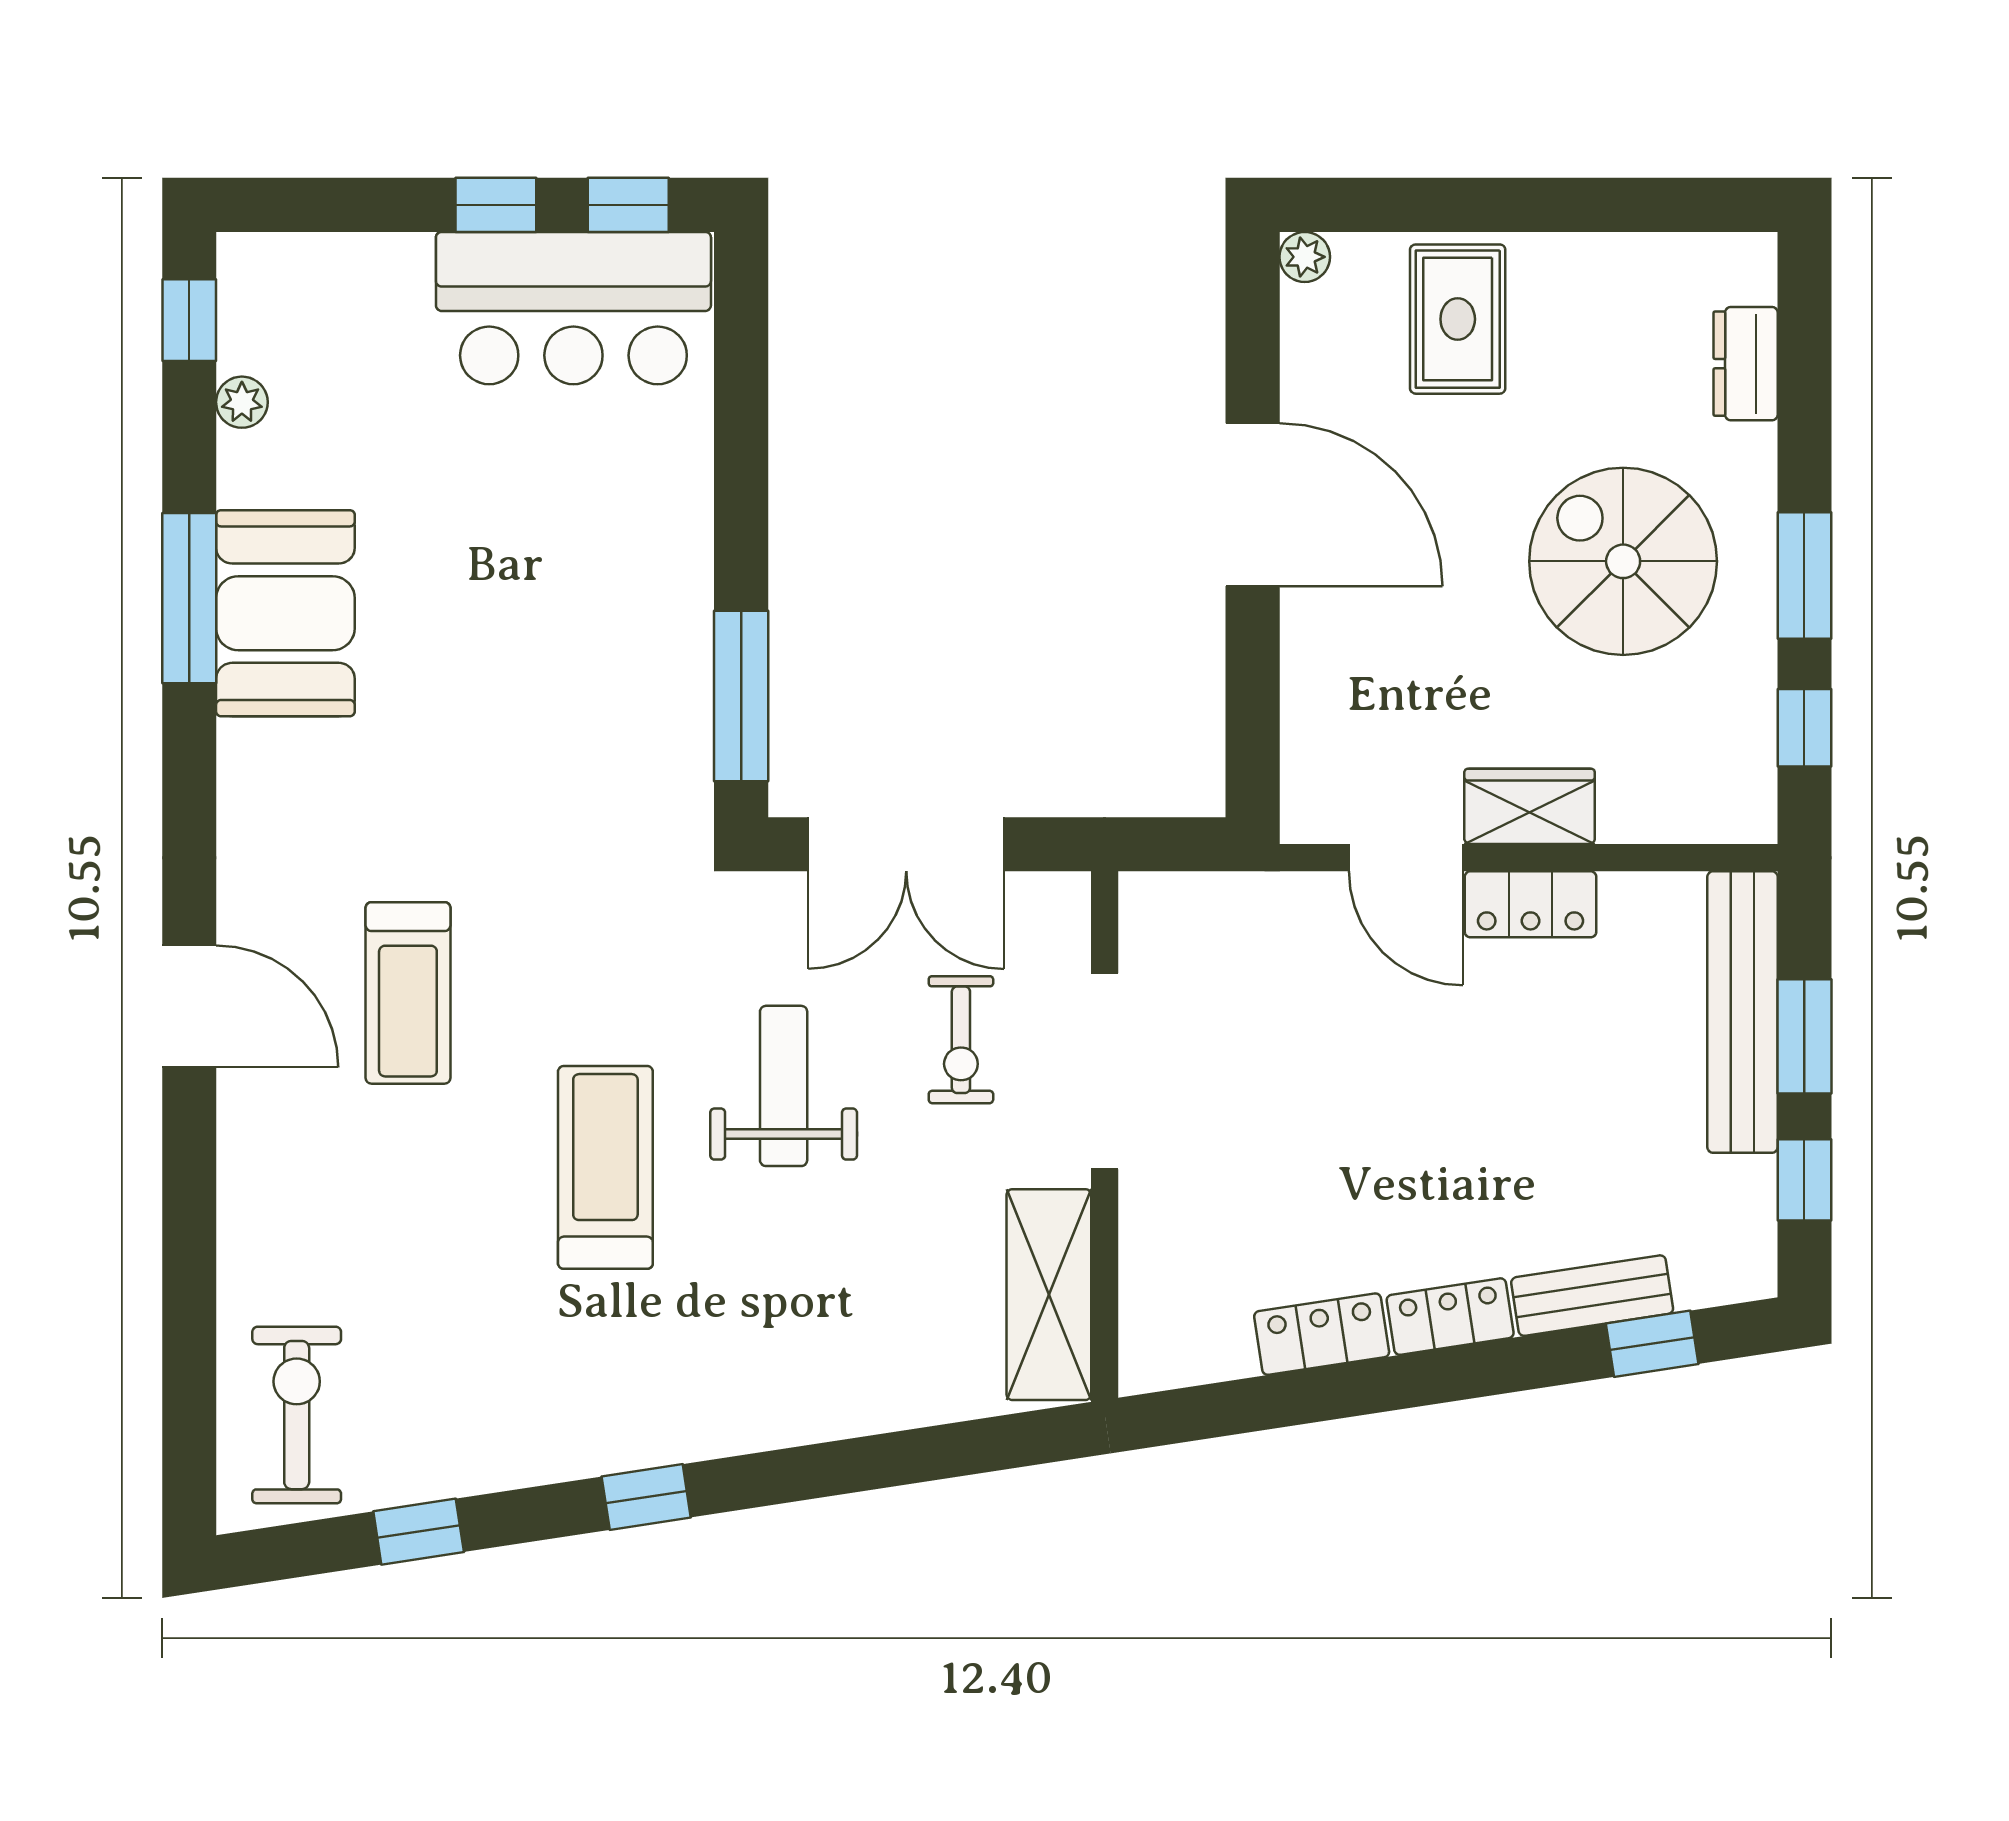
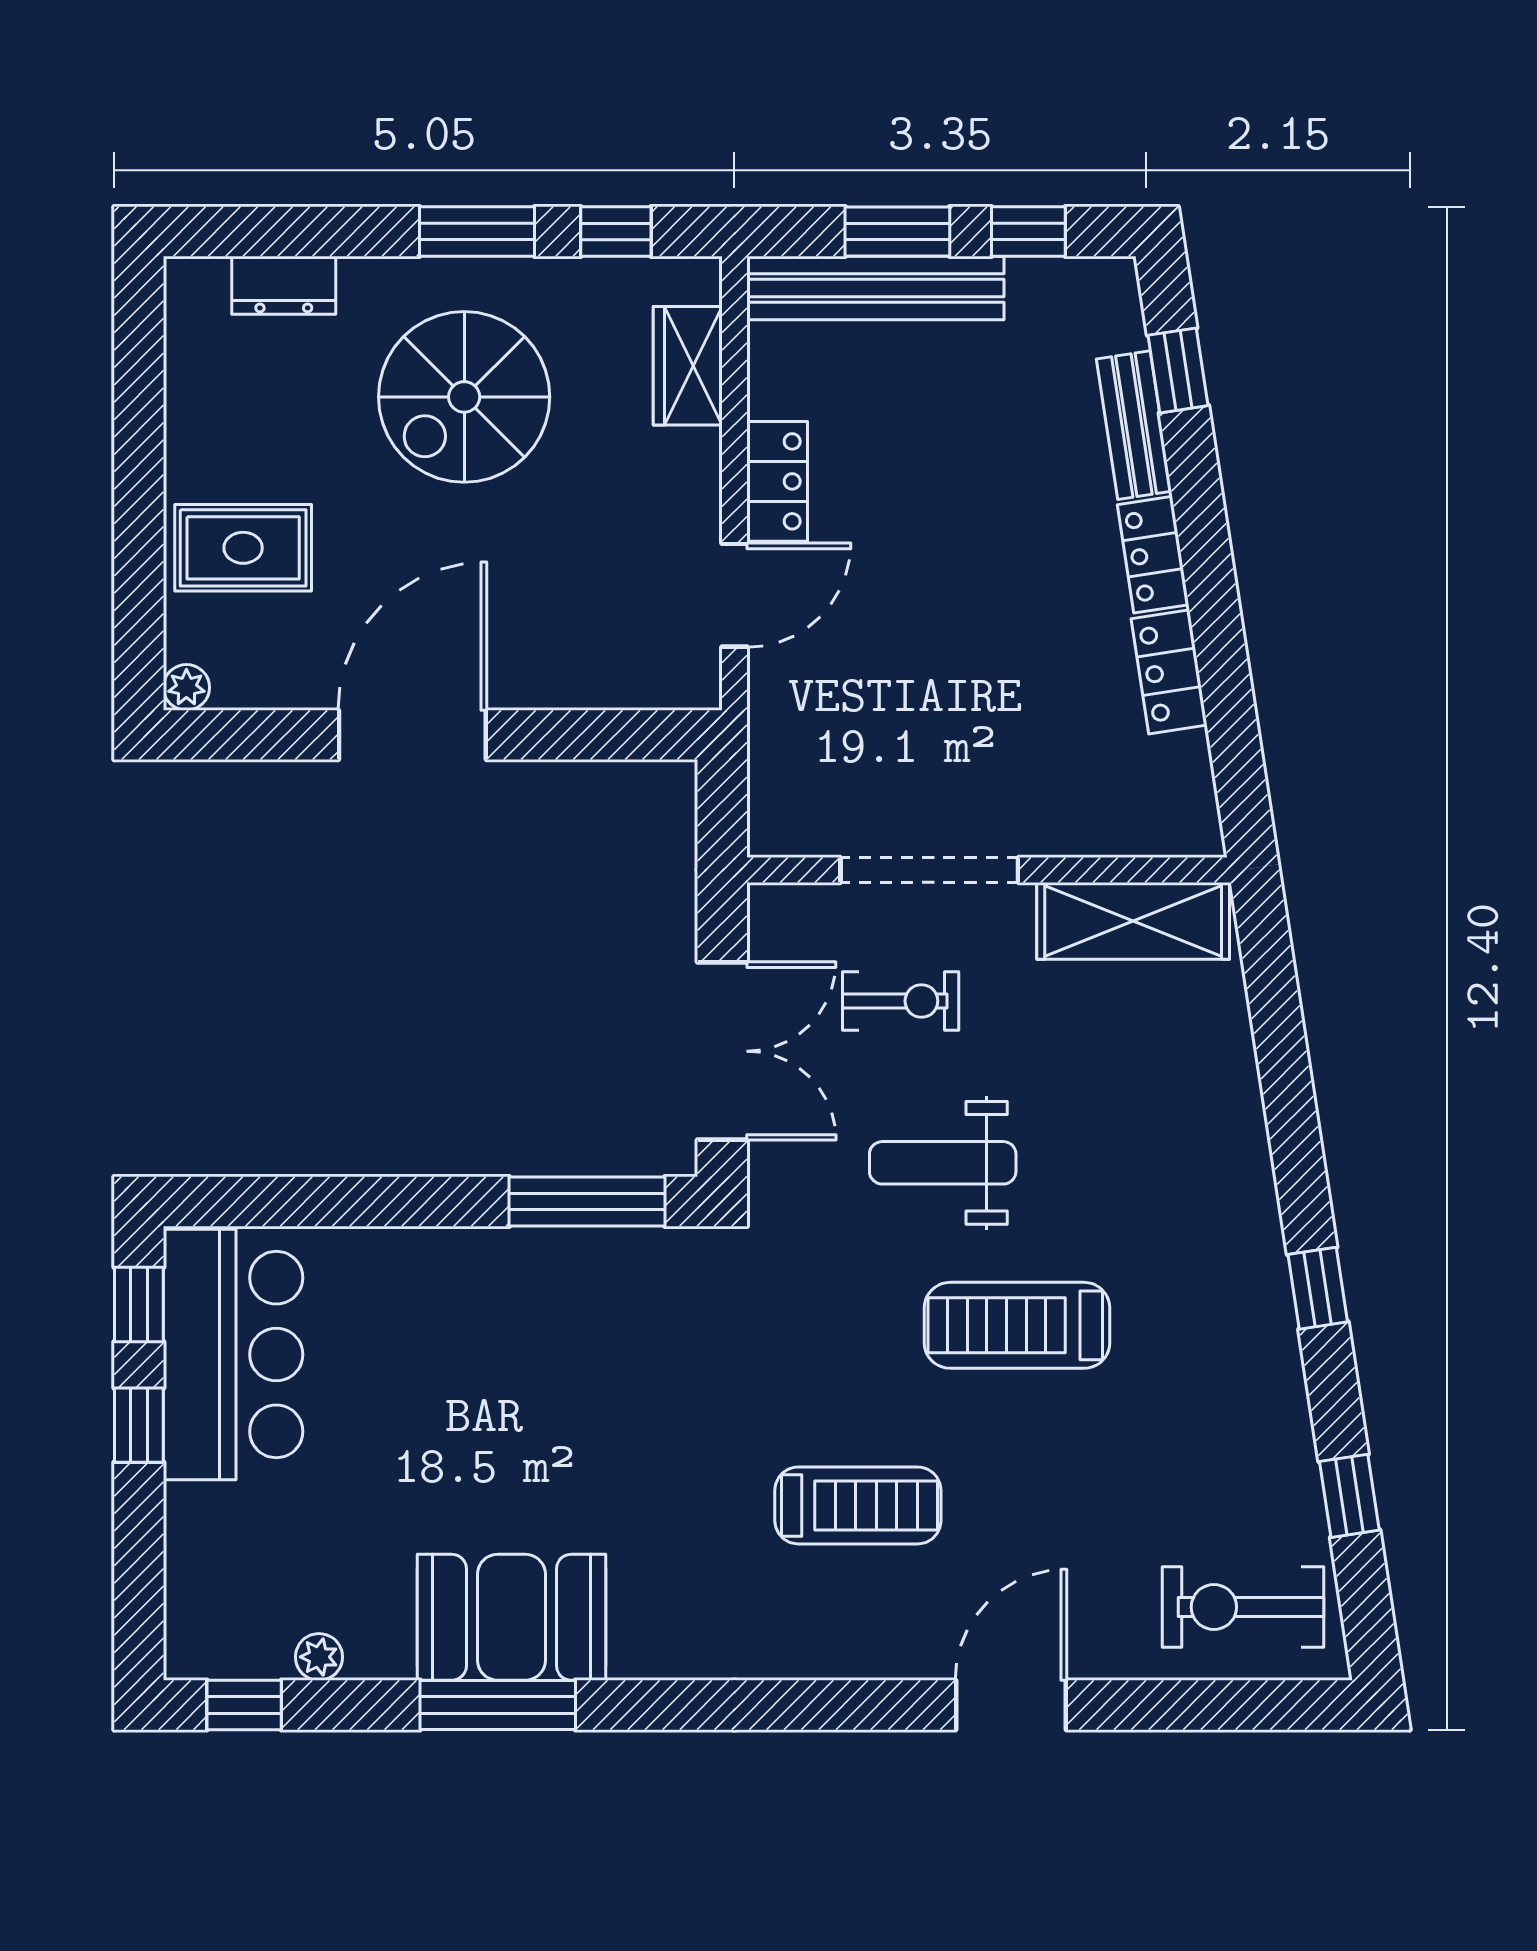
wardrobe: (1530, 806) -> (688, 366), moved
door: (189, 1006) -> (1011, 1705), moved

